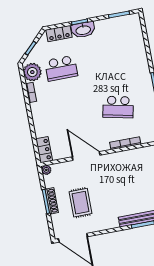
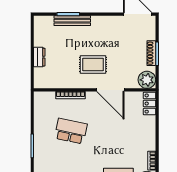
plant: (46, 170) -> (147, 80), width x1.88, depth x1.88
rug: (81, 203) -> (93, 64), moved, turned 90

